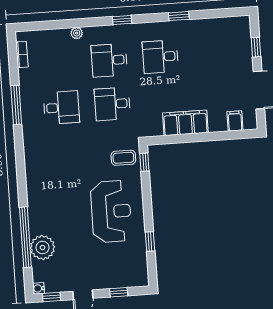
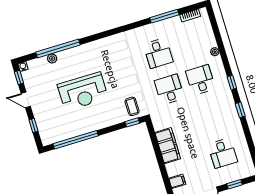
window: (179, 16) -> (240, 110), moved
desk: (160, 57) -> (223, 153), moved, turned 180
window: (16, 105) -> (164, 16), moved
reception desk: (111, 211) -> (83, 92), moved
window: (150, 242) -> (76, 140), width x3.17
plant: (43, 247) -> (52, 58), width x0.53, depth x0.53

